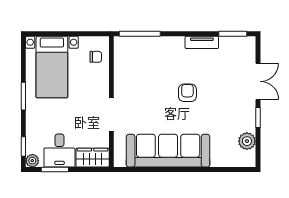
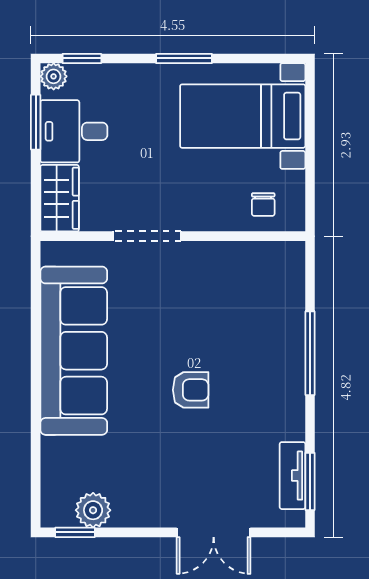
window: (140, 34) -> (310, 353), moved
tv unit: (202, 42) -> (293, 476), moved
window: (258, 118) -> (75, 532), moved

